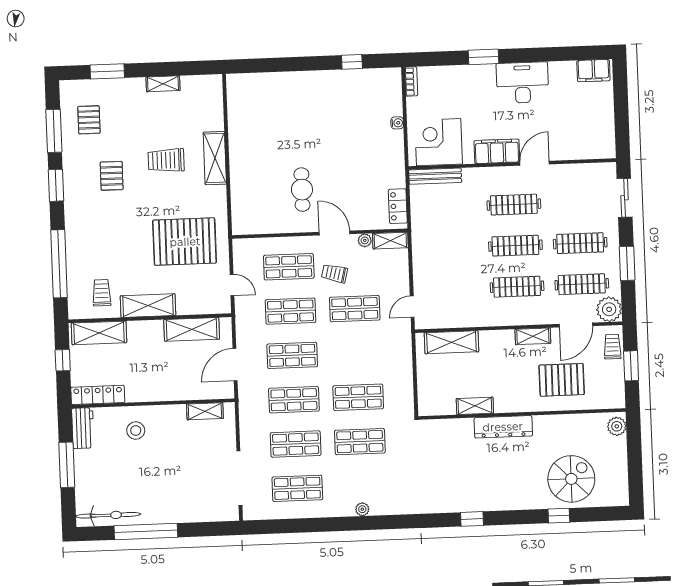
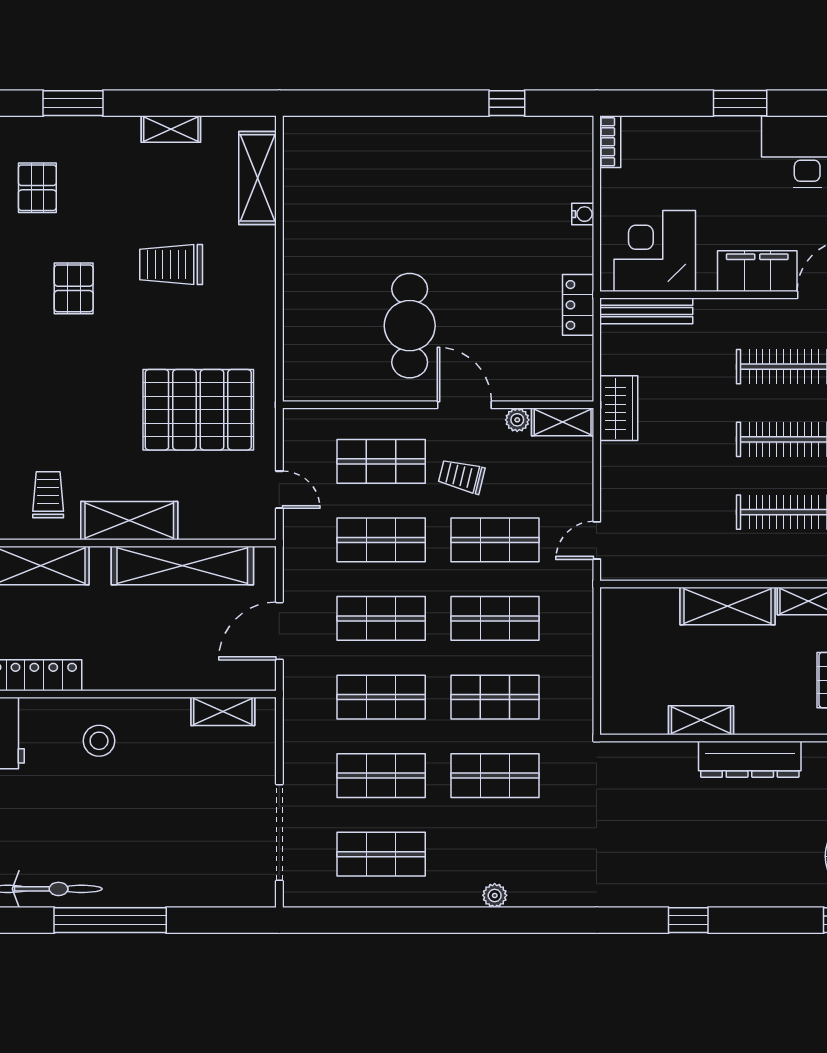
shelving: (215, 158) -> (258, 178), moved
cafe table: (302, 190) -> (410, 326), width x1.37, depth x1.35
locker: (398, 206) -> (578, 305), moved
wardrobe: (422, 232) -> (619, 408), added
shelving: (192, 329) -> (182, 566), width x1.47
shelving: (451, 342) -> (728, 606), moved
shop shelf: (356, 353) -> (495, 618), added

